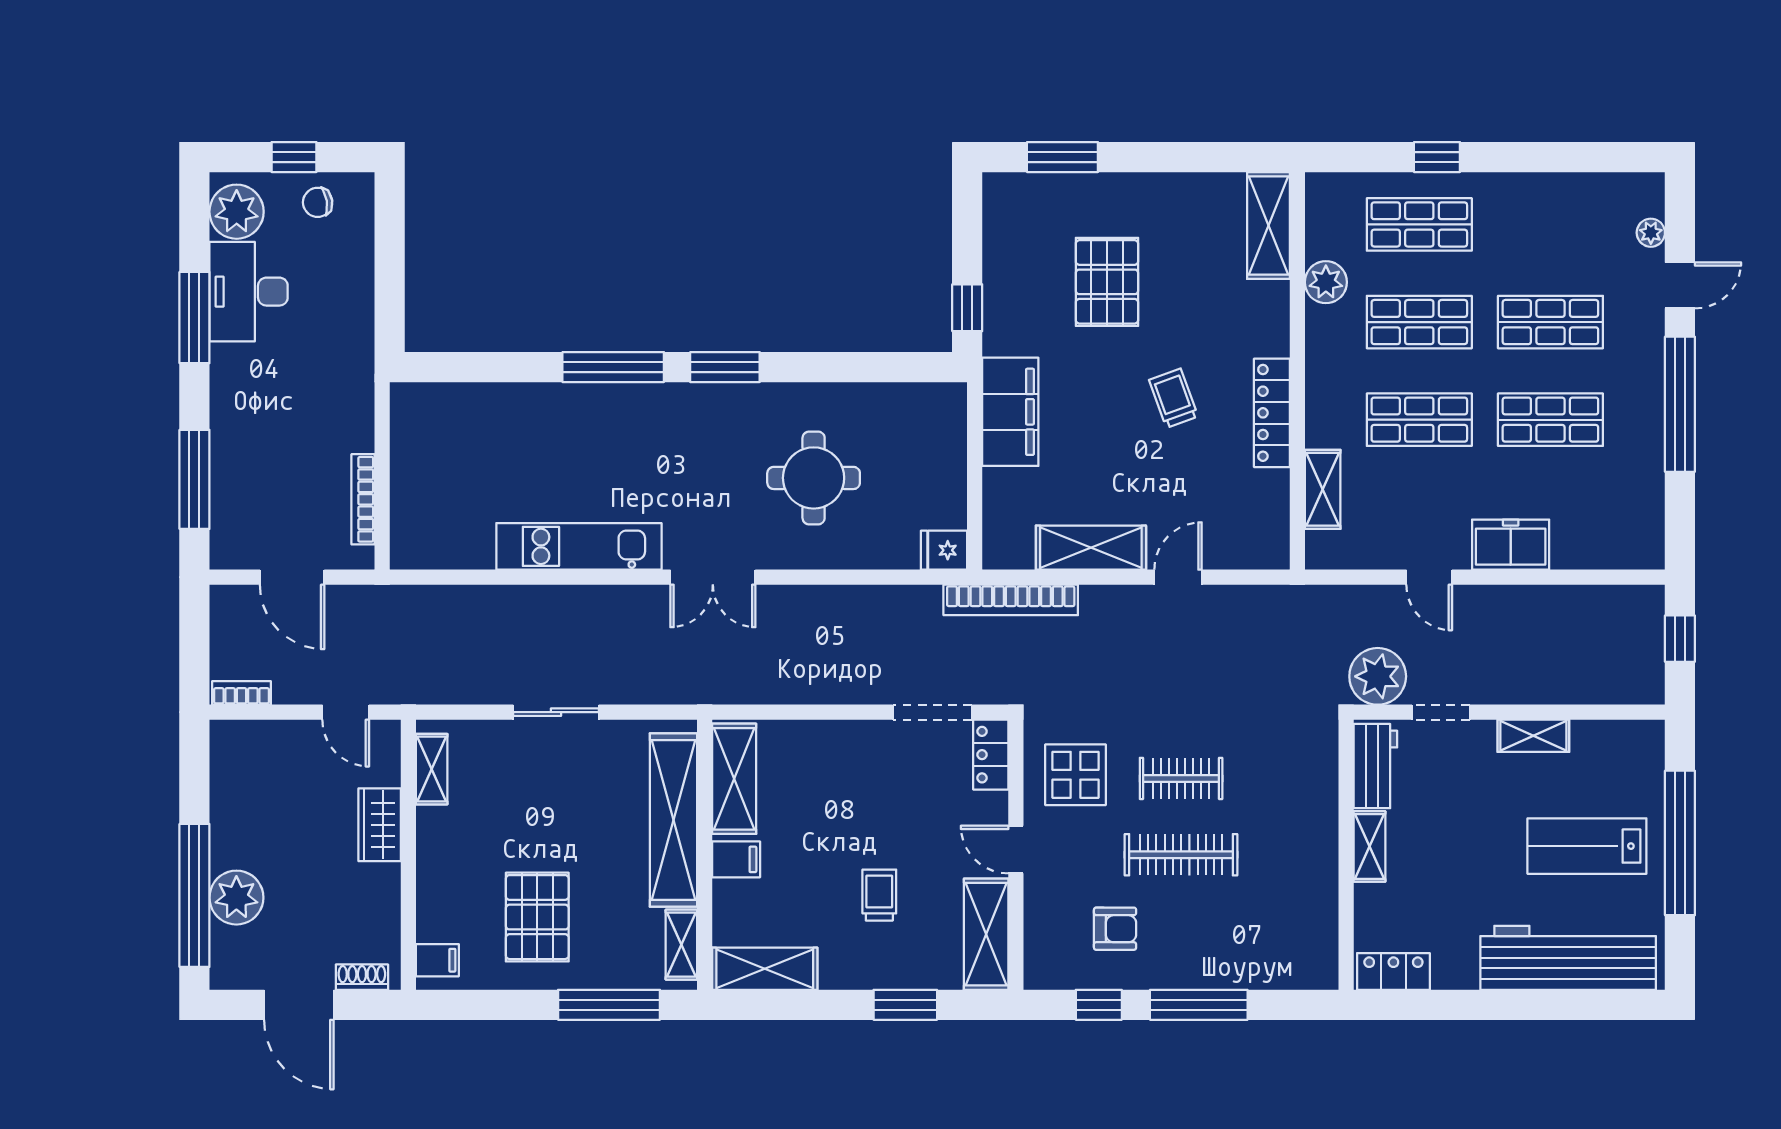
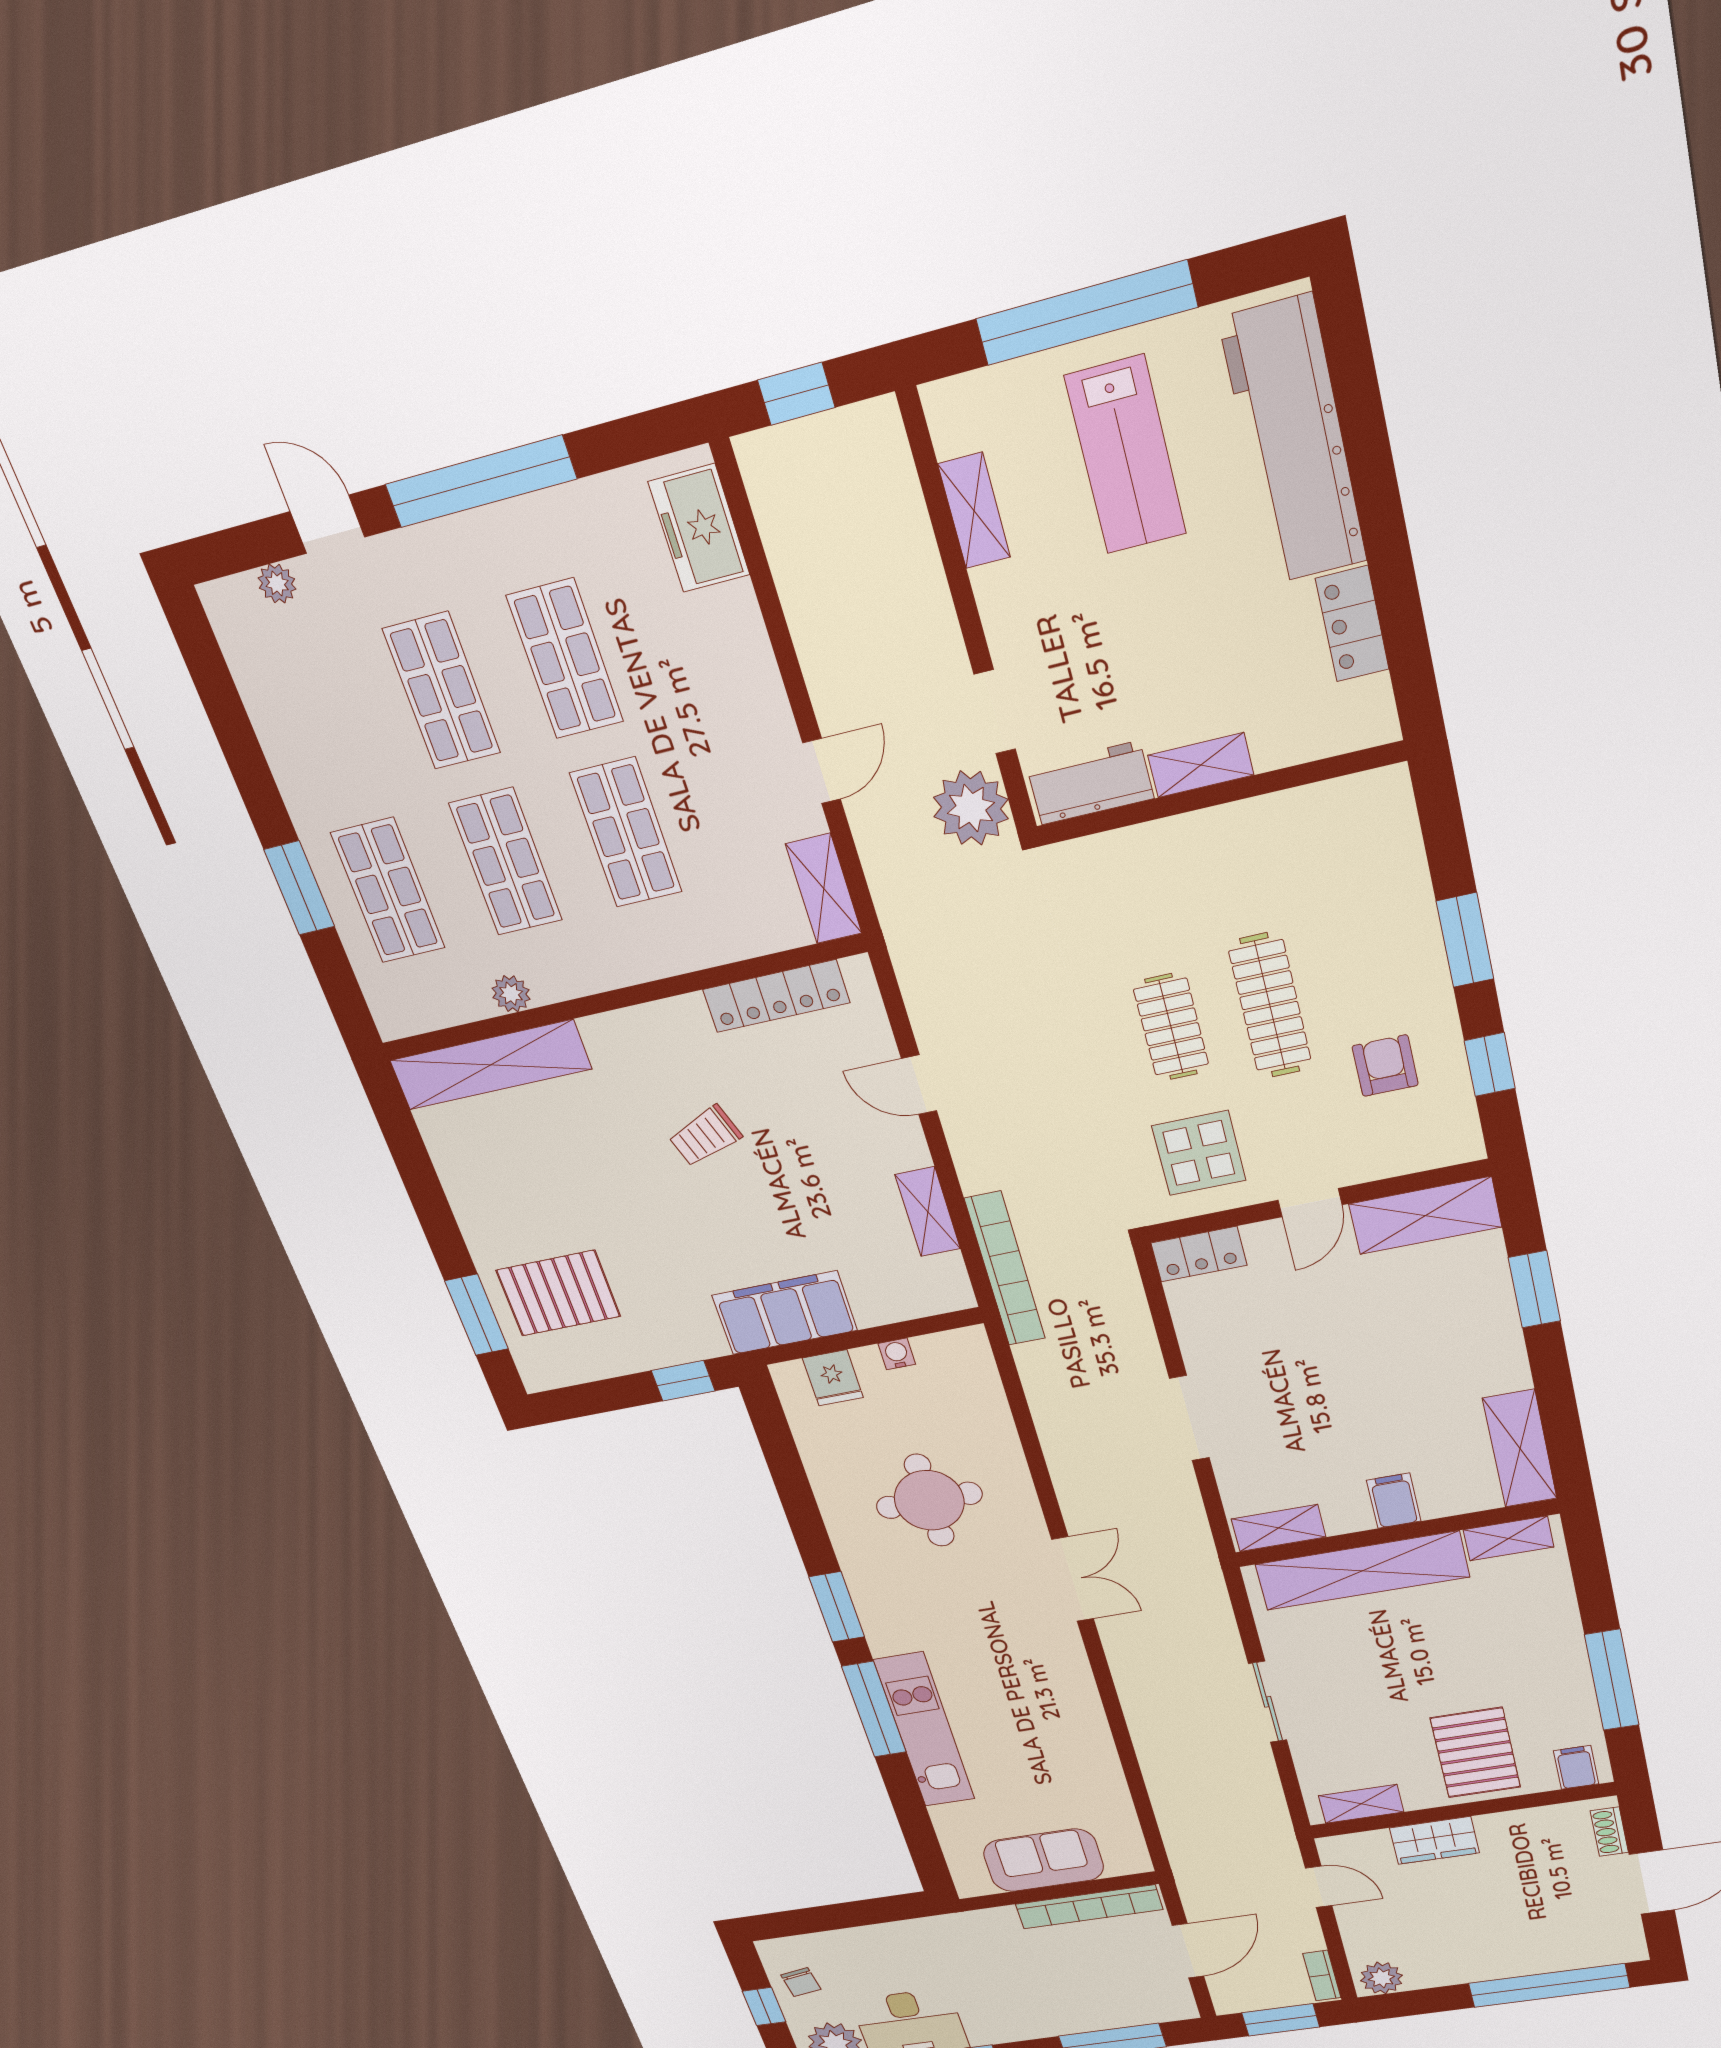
window: (1437, 157) -> (299, 888), width x1.50
shelving: (1268, 225) -> (491, 1065), width x1.47
pallet: (1107, 282) -> (558, 1293), moved
plant: (1326, 282) -> (511, 994), width x0.73, depth x0.73
locker: (1272, 413) -> (776, 996), moved
sofa: (420, 472) -> (1043, 1860), added
shelving: (1323, 489) -> (824, 889), moved, turned 90
water cooler: (955, 492) -> (897, 1354), added
bookcase: (363, 499) -> (1089, 1907), width x1.48, depth x1.31
freezer: (1511, 545) -> (699, 528), moved
kitchen unit: (579, 546) -> (924, 1730), moved, turned 180
shelving: (1091, 548) -> (928, 1212), width x0.67, depth x0.75
fridge: (944, 550) -> (833, 1378), moved
window: (194, 643) -> (1281, 2020), added
door: (346, 712) -> (1319, 1887), hinge flipped
doorway: (932, 712) -> (1189, 1418), moved
shelving: (1533, 736) -> (974, 511), moved
shelving: (734, 779) -> (1279, 1528), width x0.67, depth x0.75
trolley: (879, 895) -> (1403, 1343), removed
plant: (236, 898) -> (1381, 1978), moved, width x0.73, depth x0.73
pallet: (537, 917) -> (1475, 1753), moved, turned 90
locker: (1393, 971) -> (1352, 624), moved
window: (609, 1005) -> (1612, 1680), moved
window: (1199, 1005) -> (1465, 940), width x0.69

